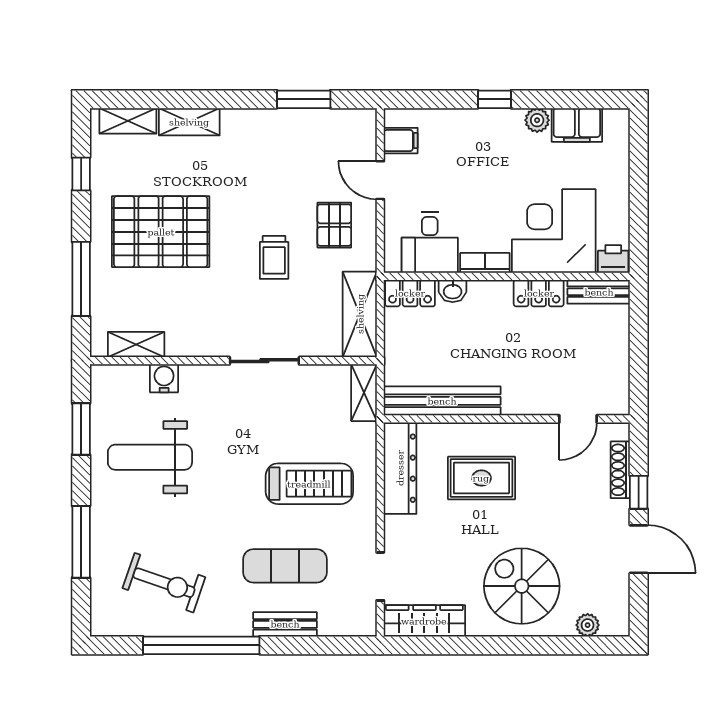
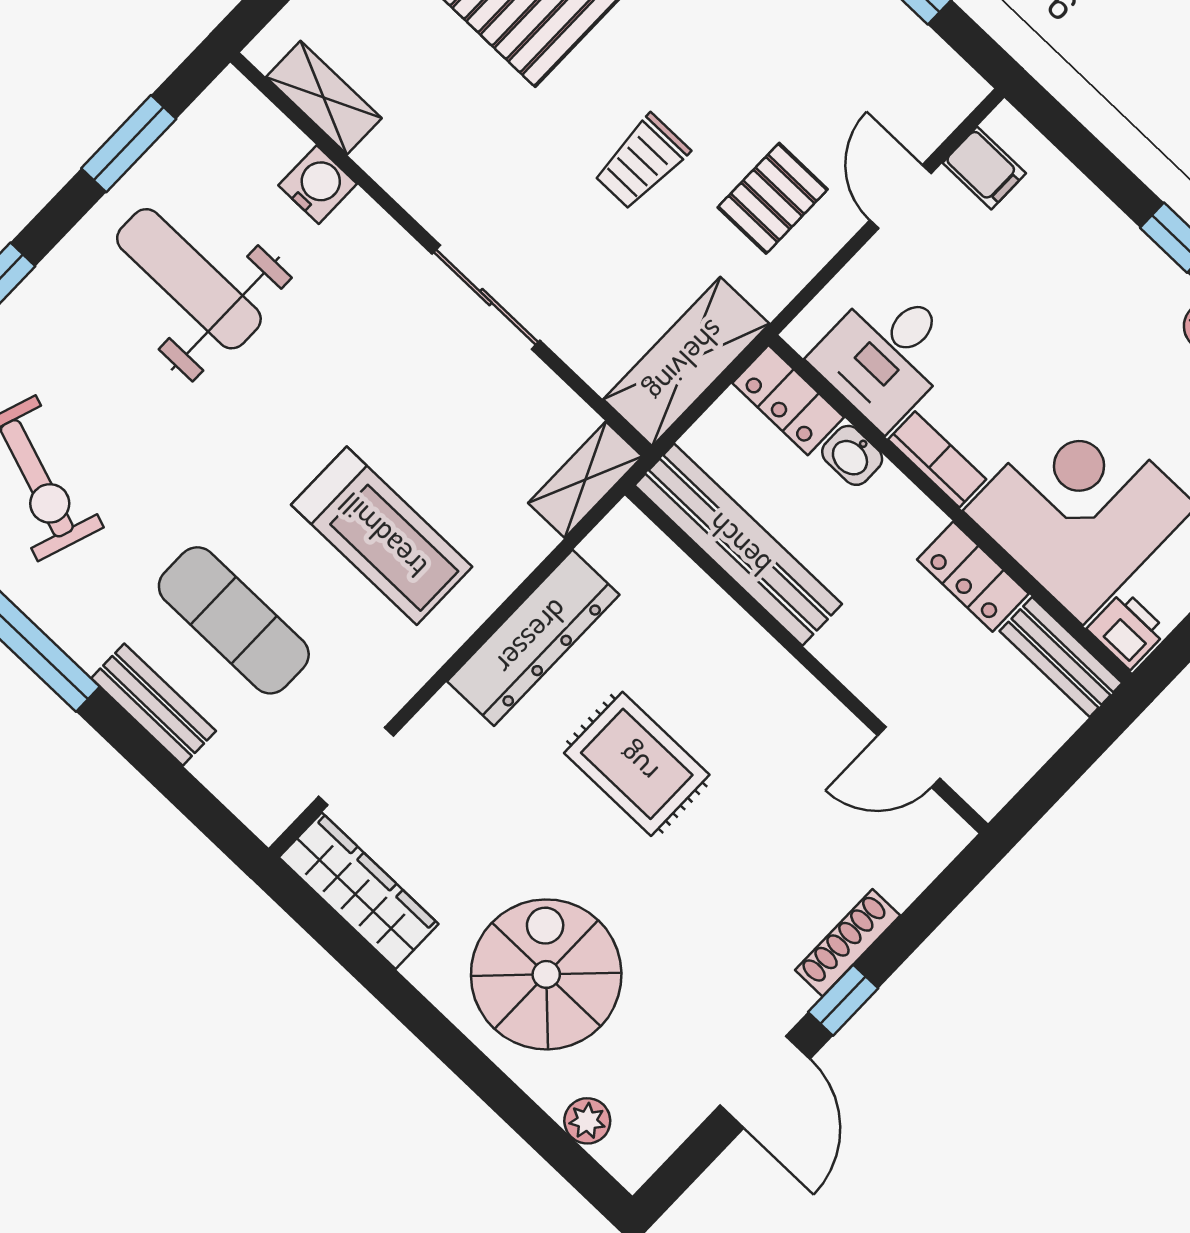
bench: (442, 401) -> (738, 545), moved
wall: (507, 419) -> (806, 659), moved
door: (578, 419) -> (909, 757), moved

